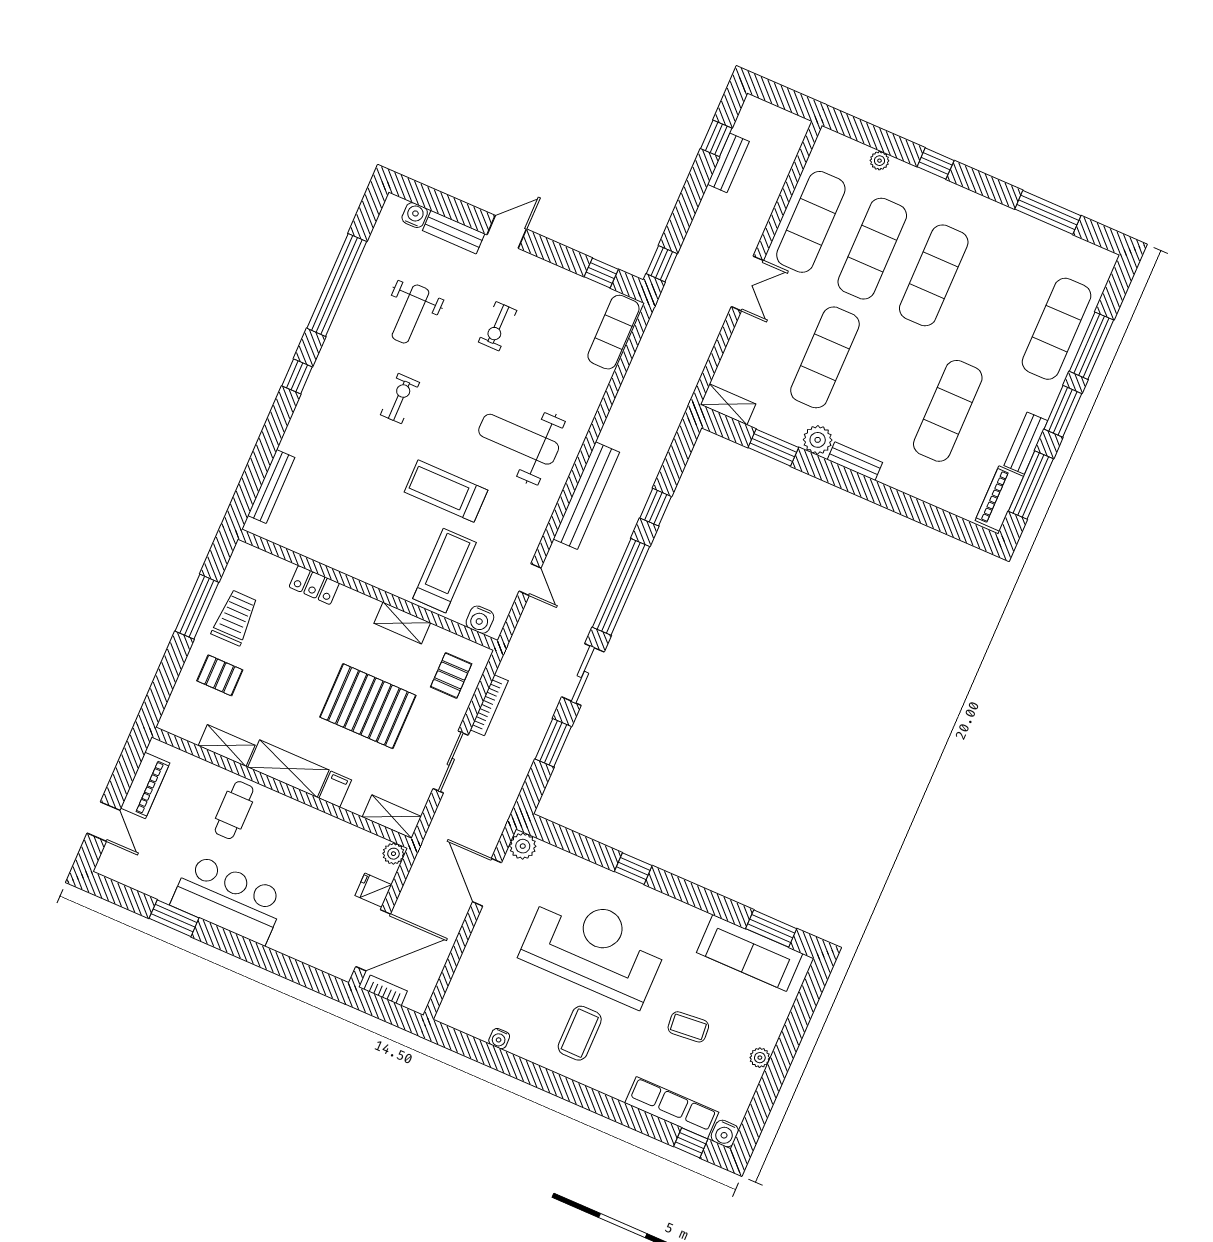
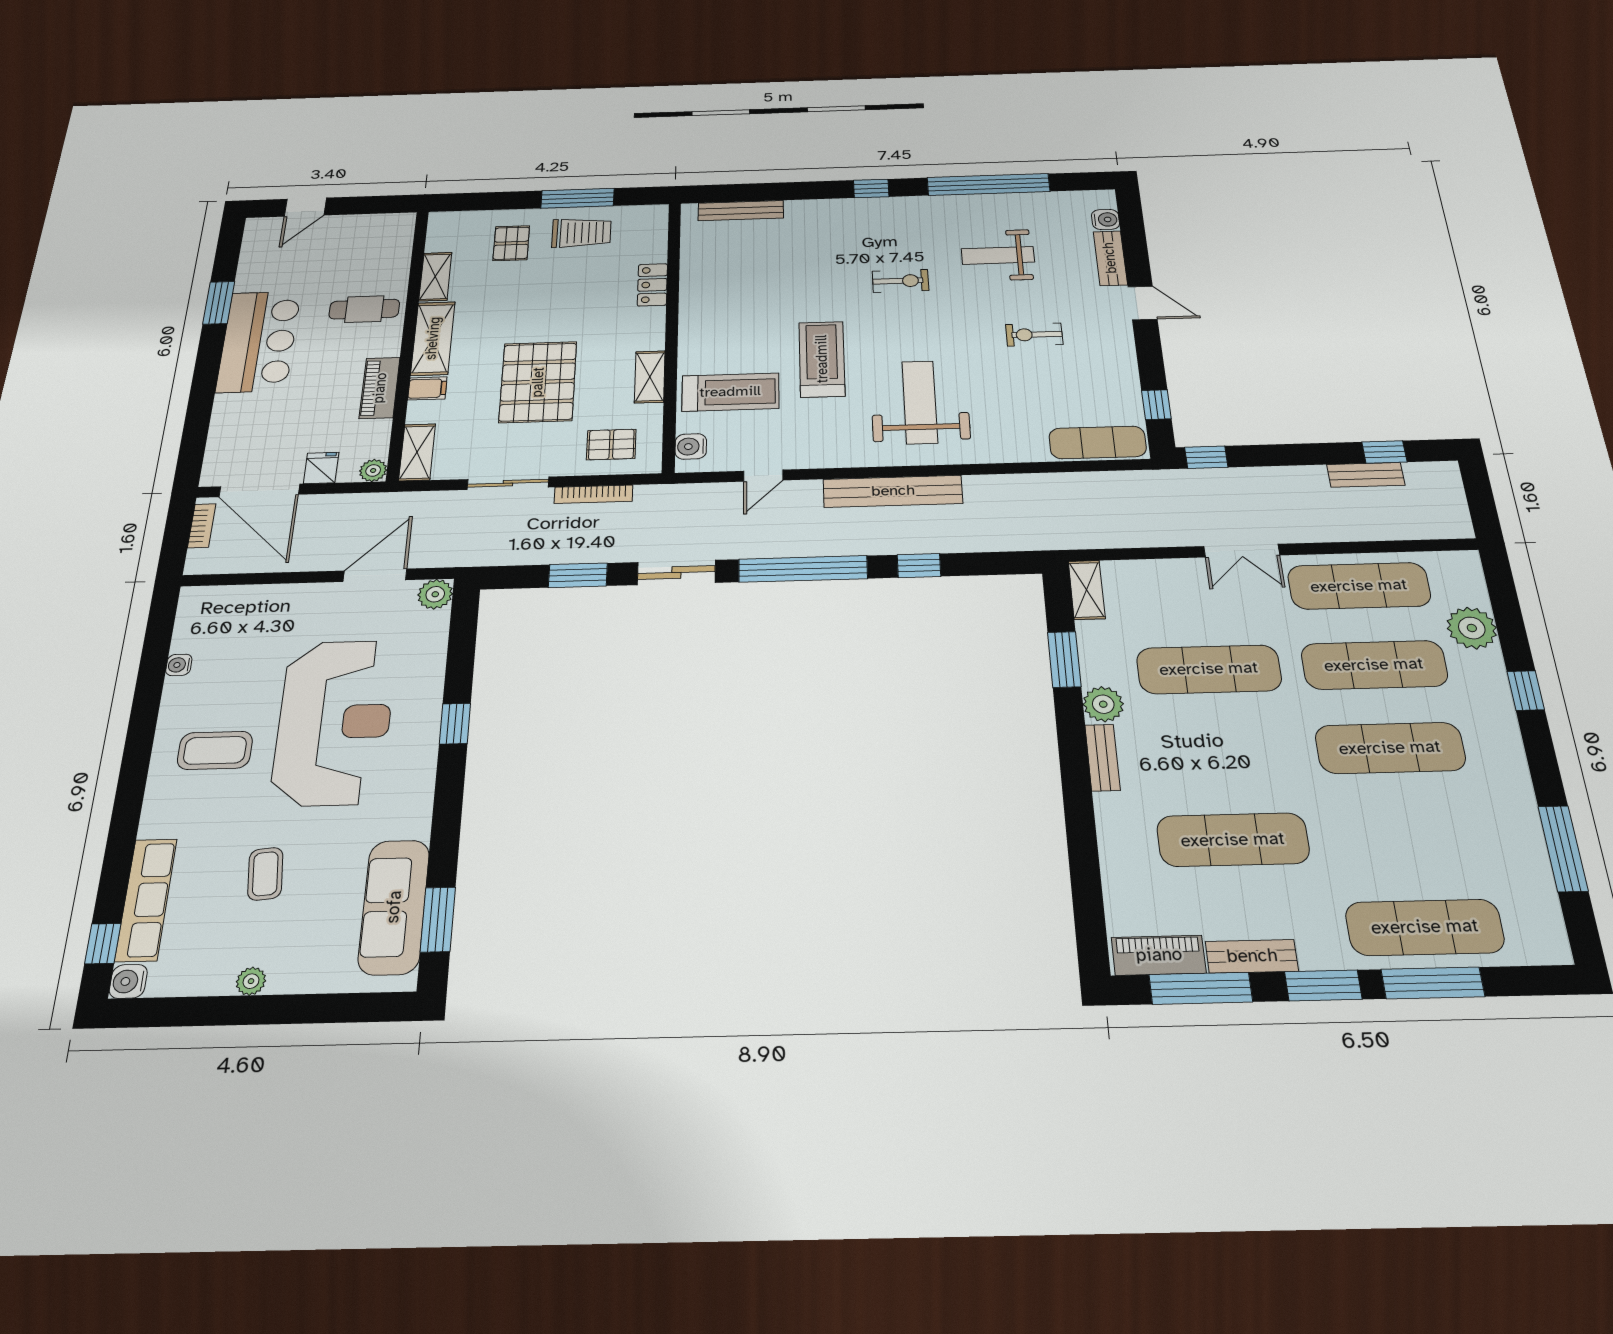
plant: (879, 161) -> (1472, 628), width x1.88, depth x1.88
piano: (145, 786) -> (380, 388), moved, turned 90

